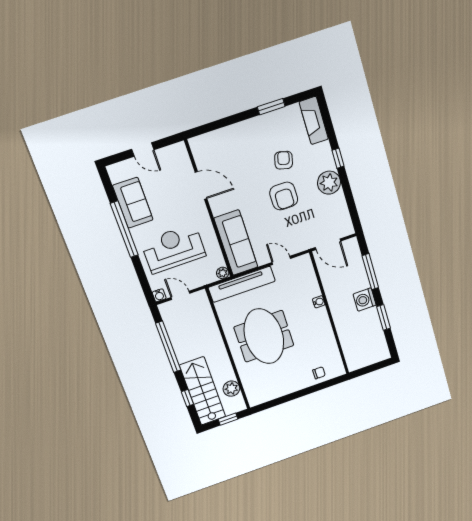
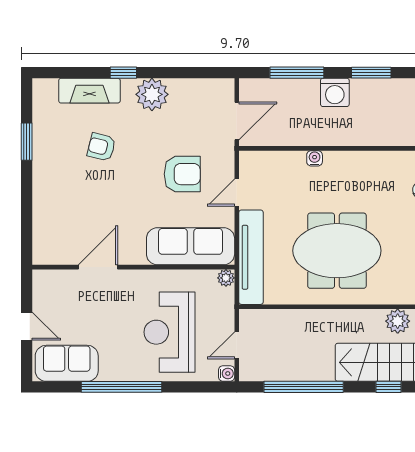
fireplace: (314, 120) -> (89, 91), moved
door: (143, 149) -> (27, 326), hinge flipped
armchair: (284, 196) -> (182, 174), moved
sofa: (133, 203) -> (67, 363), moved

